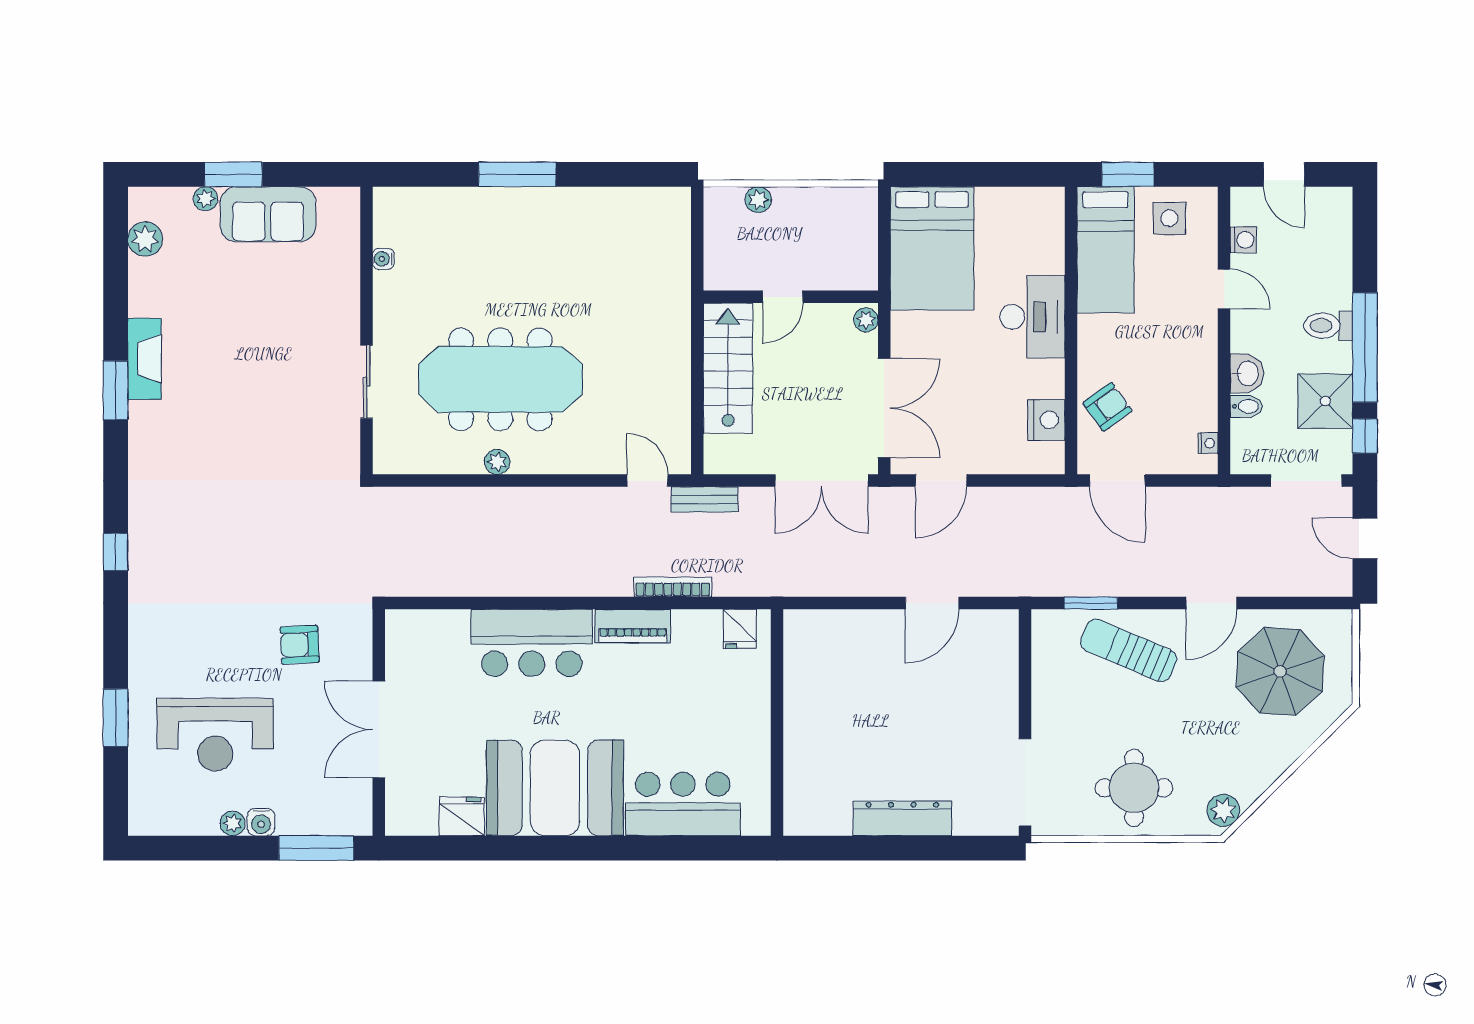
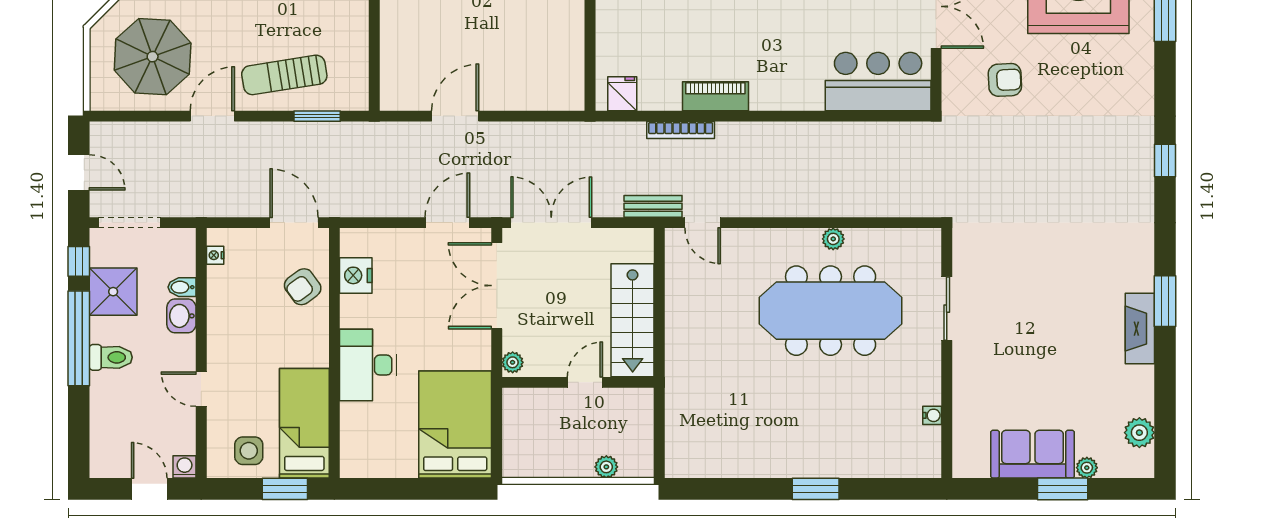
window: (517, 174) -> (816, 489), width x0.69
washing machine: (1243, 240) -> (185, 467), moved, turned 90
bar counter: (532, 643) -> (878, 82), moved
sun lounger: (1129, 650) -> (284, 75), turned 148

